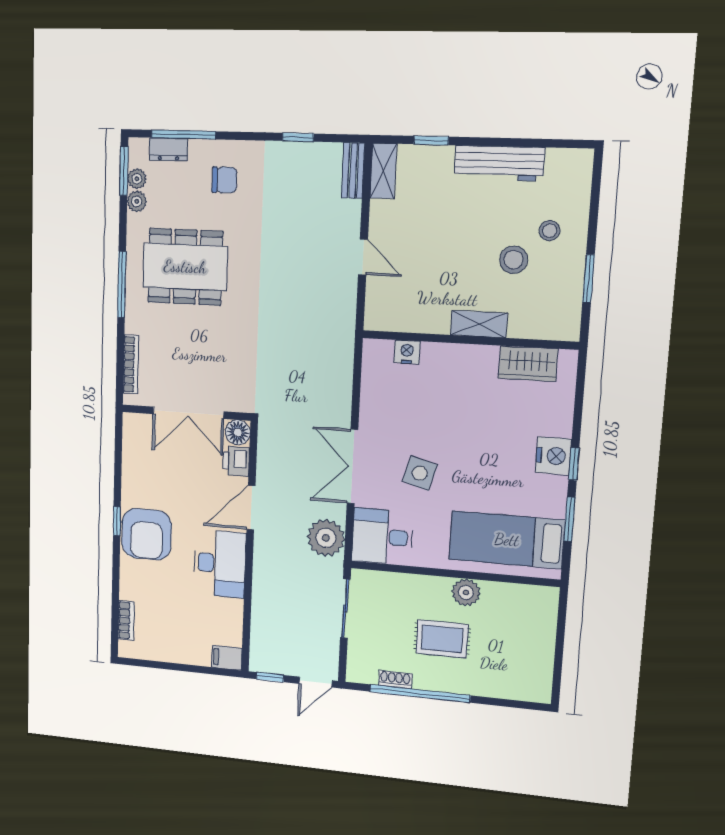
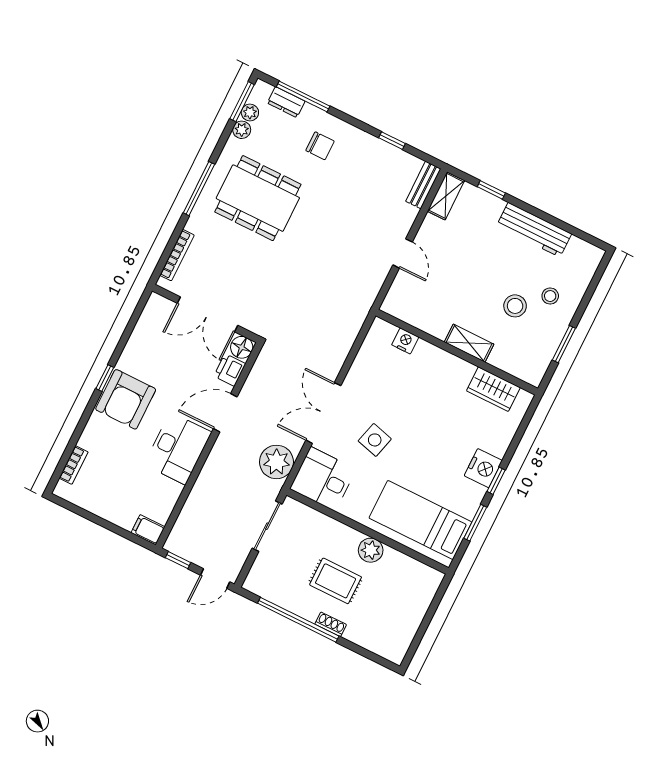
shoe rack: (395, 680) -> (331, 624), moved

